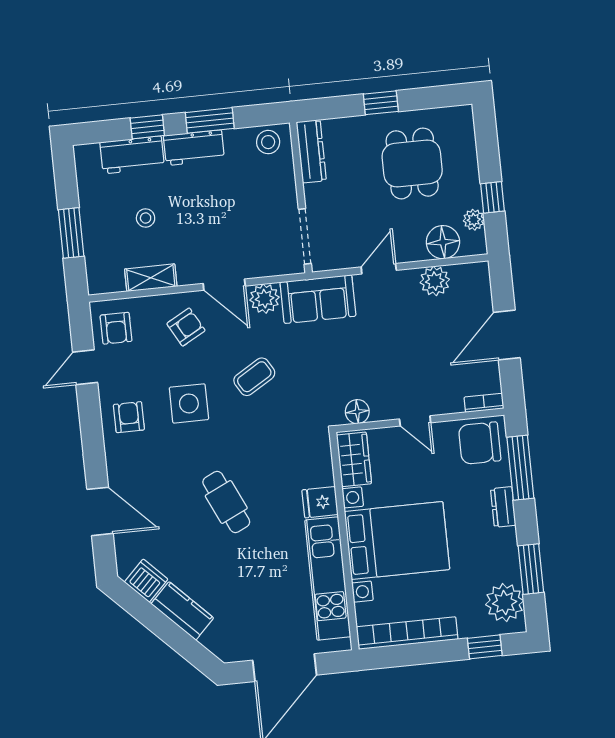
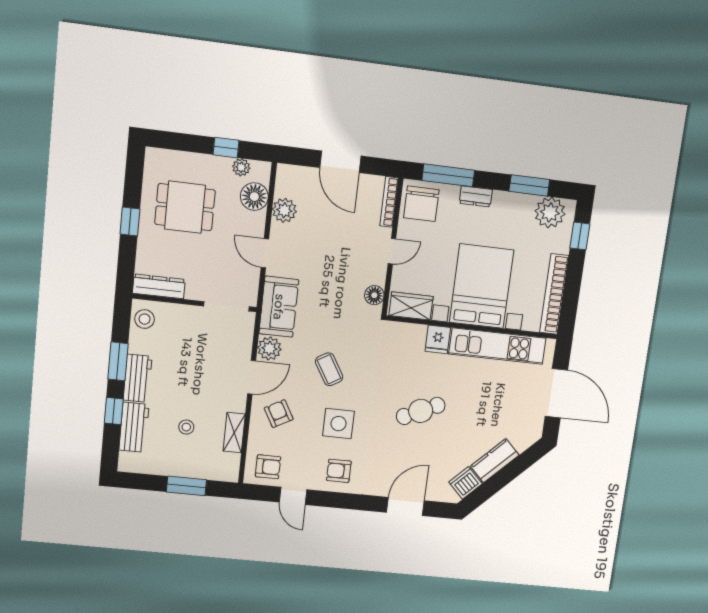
bookcase: (484, 403) -> (389, 202), width x1.56

